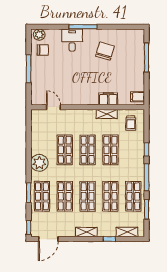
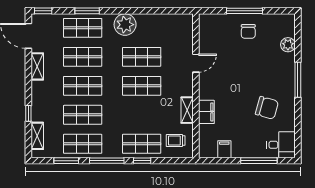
plant: (39, 35) -> (288, 45), moved
desk: (72, 40) -> (281, 145), moved
chair: (43, 50) -> (248, 31), moved
filing cabinet: (138, 97) -> (224, 149), moved
door: (54, 107) -> (196, 63), moved
shop shelf: (110, 150) -> (142, 144), moved
shelving: (86, 232) -> (37, 66), moved

